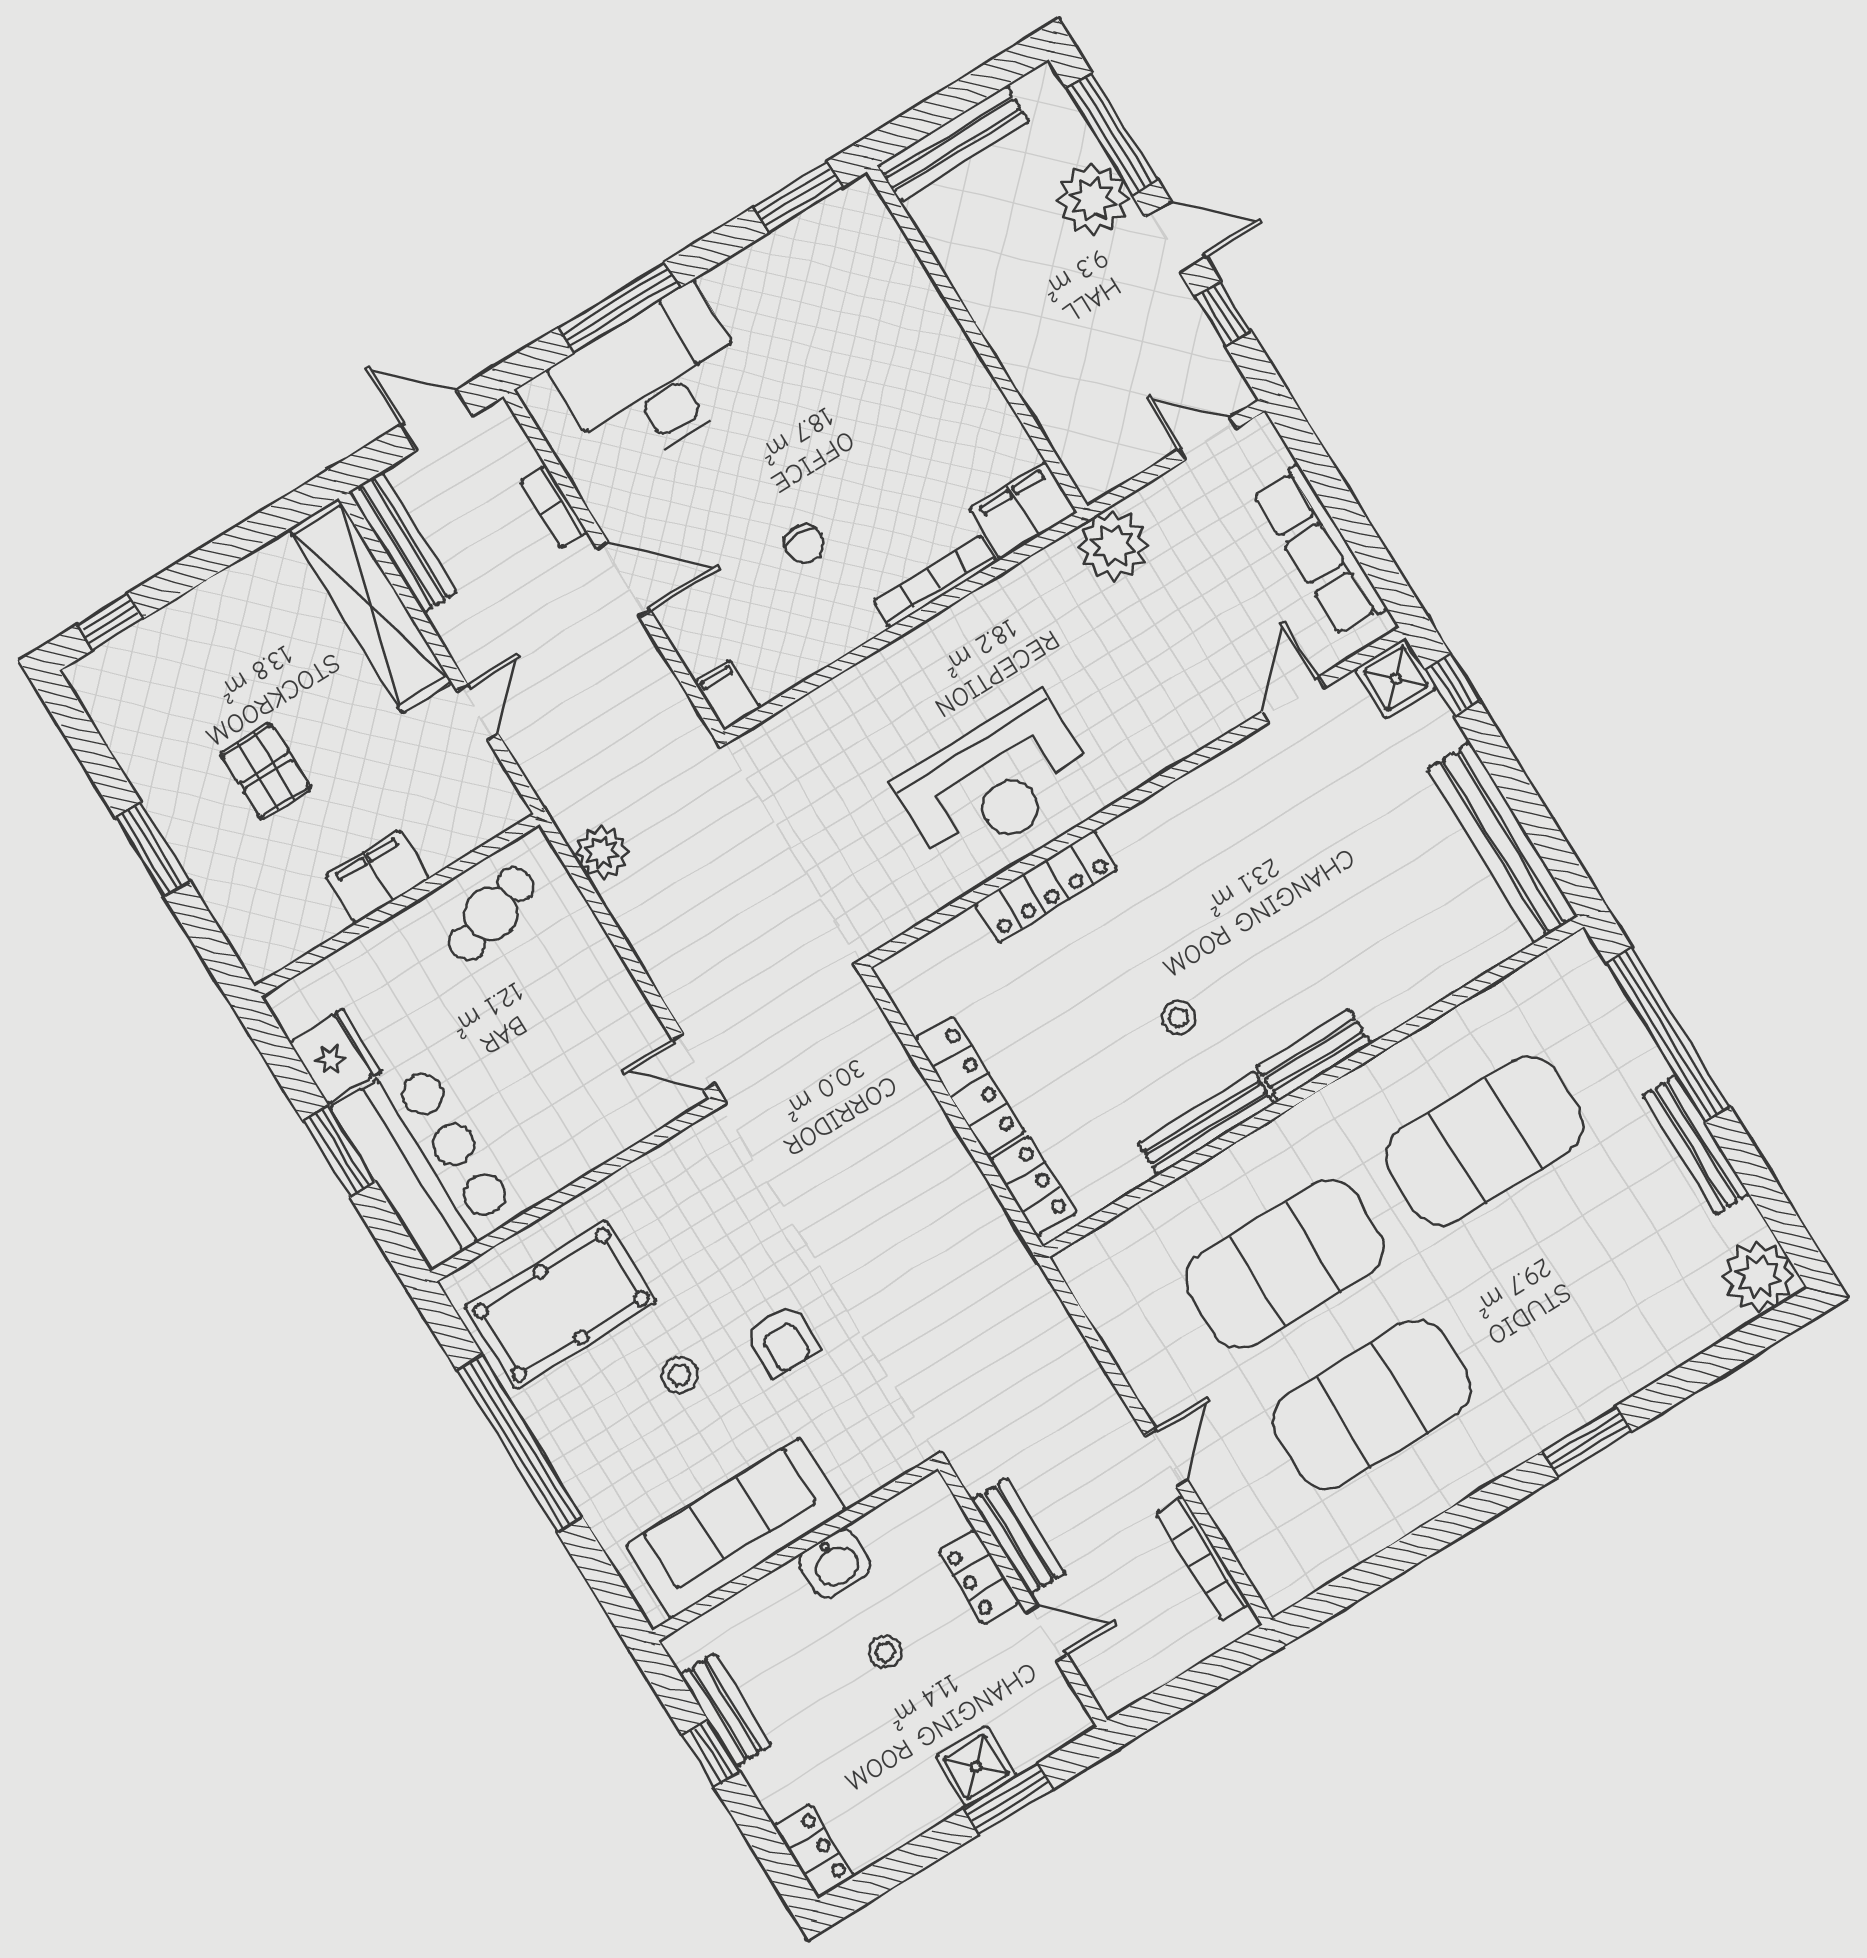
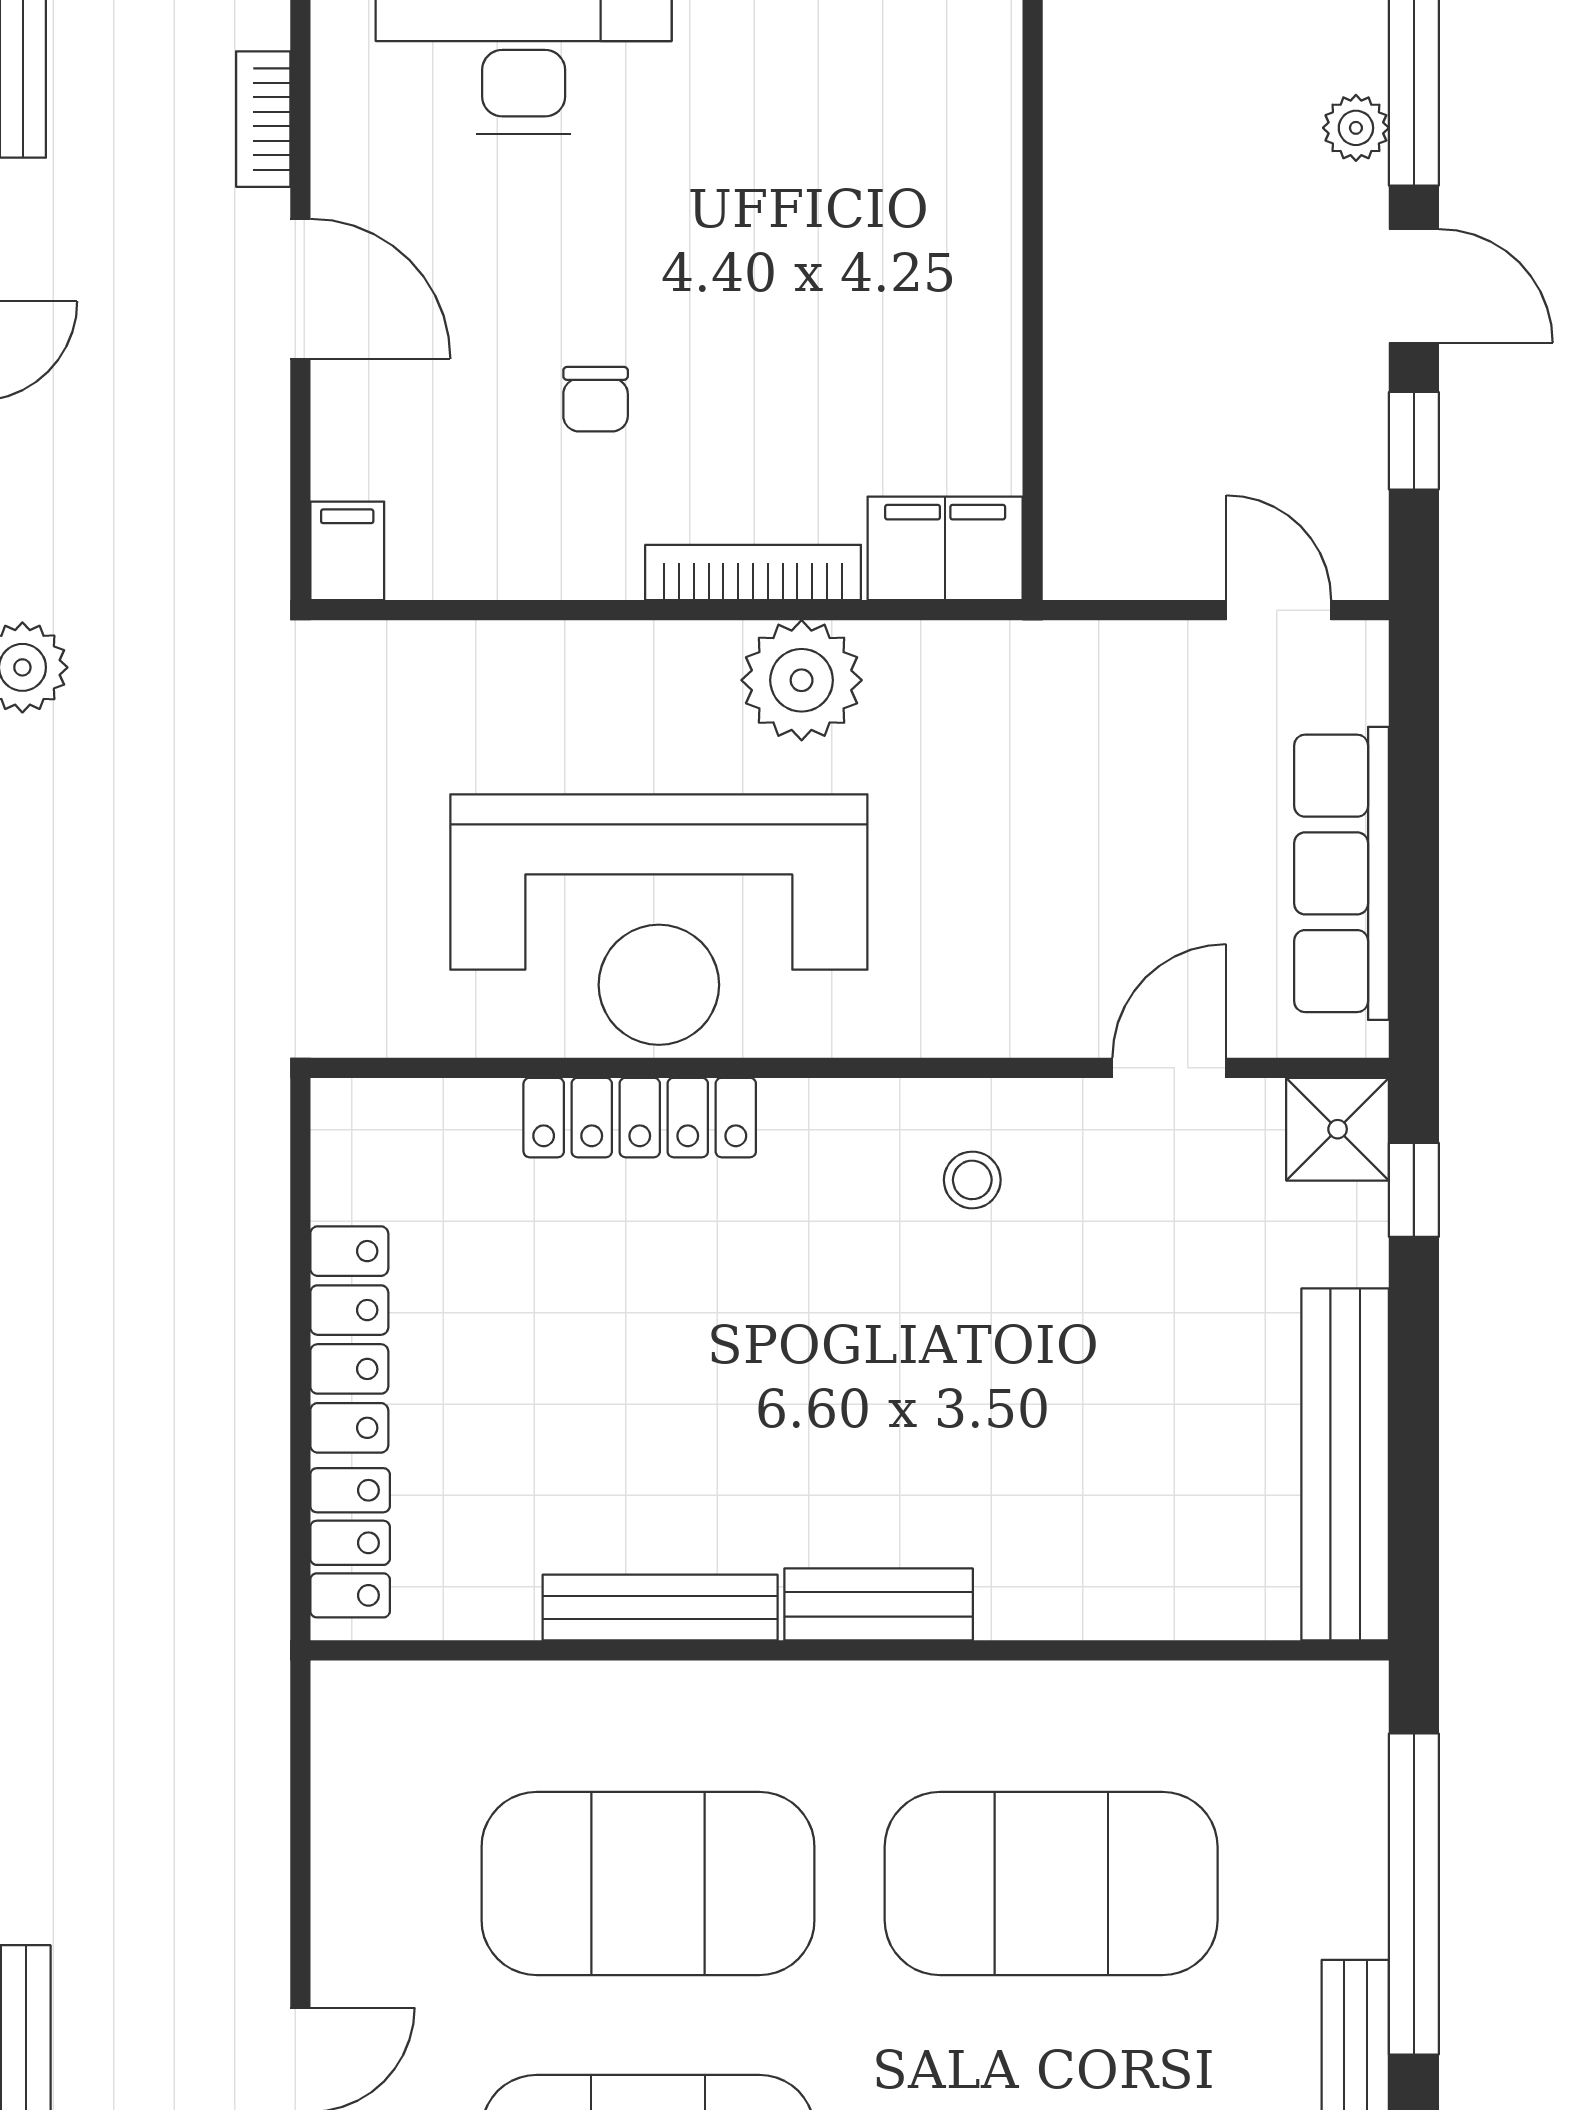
plant: (1093, 199) -> (1356, 128), width x0.53, depth x0.53
plant: (1113, 545) -> (802, 680), moved
reception desk: (995, 783) -> (659, 920), width x1.36, depth x1.30
stool: (1179, 1018) -> (972, 1180), moved

